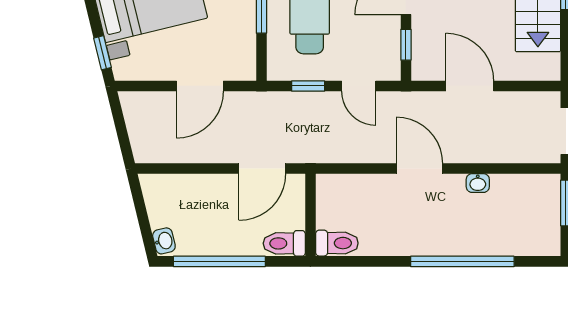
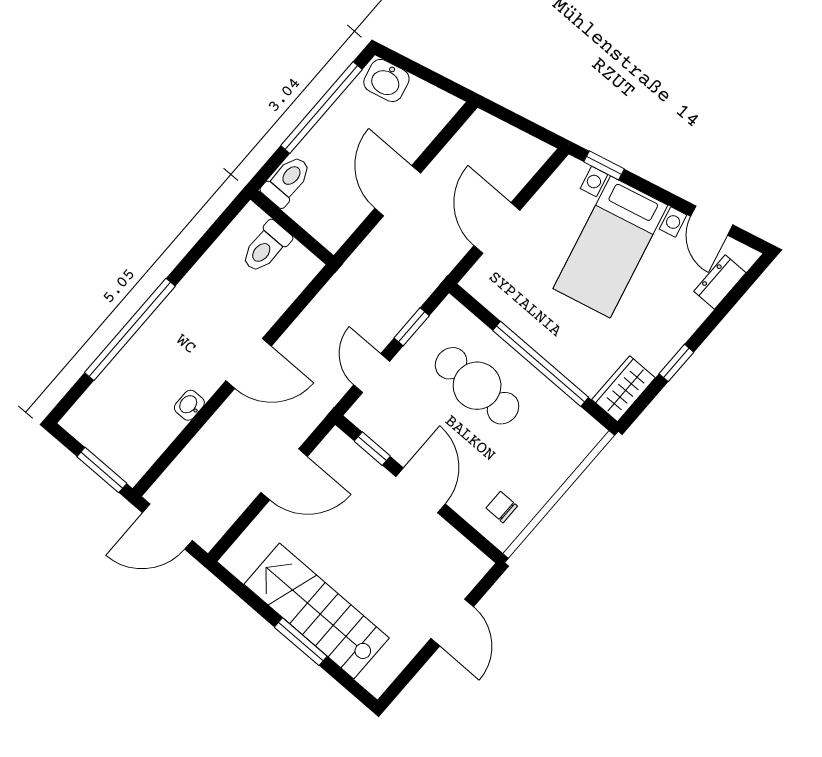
door: (359, 86) -> (372, 373), hinge flipped
door: (262, 169) -> (398, 191), moved
washbasin: (164, 241) -> (386, 80), width x1.38, depth x1.45
toilet: (337, 243) -> (266, 247), moved

